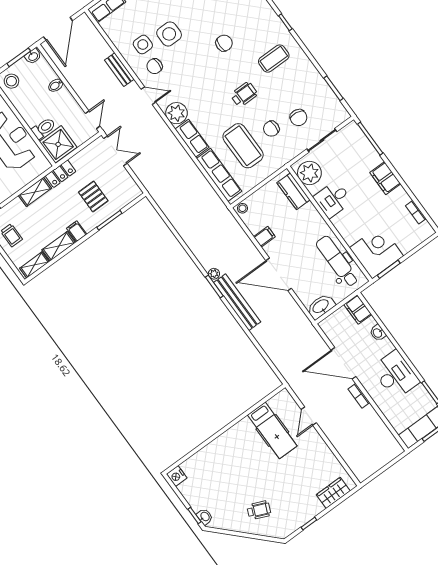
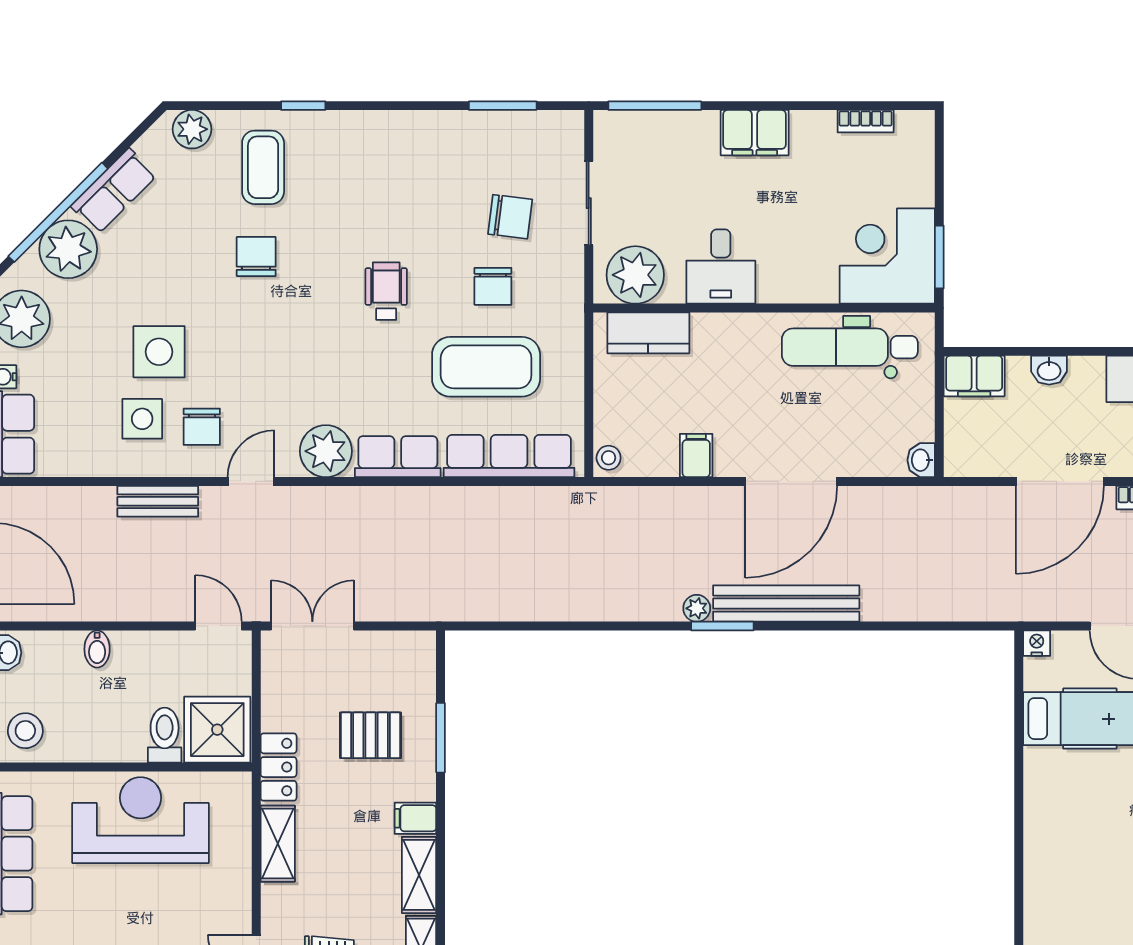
coffee table: (274, 59) -> (263, 167), moved
washbasin: (321, 306) -> (921, 460), width x0.52, depth x0.69
nightstand: (284, 395) -> (1037, 643), added

